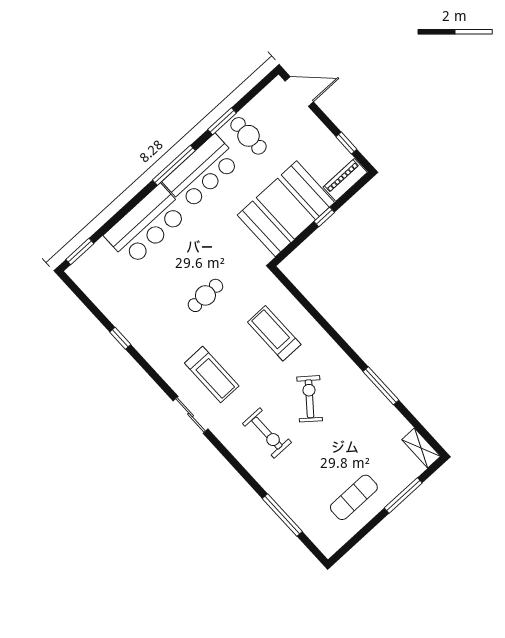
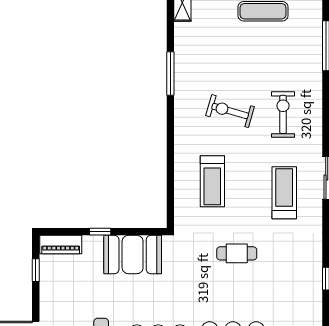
booth: (286, 209) -> (133, 255), width x0.73, depth x0.70
exercise bike: (310, 399) -> (230, 111), turned 67

